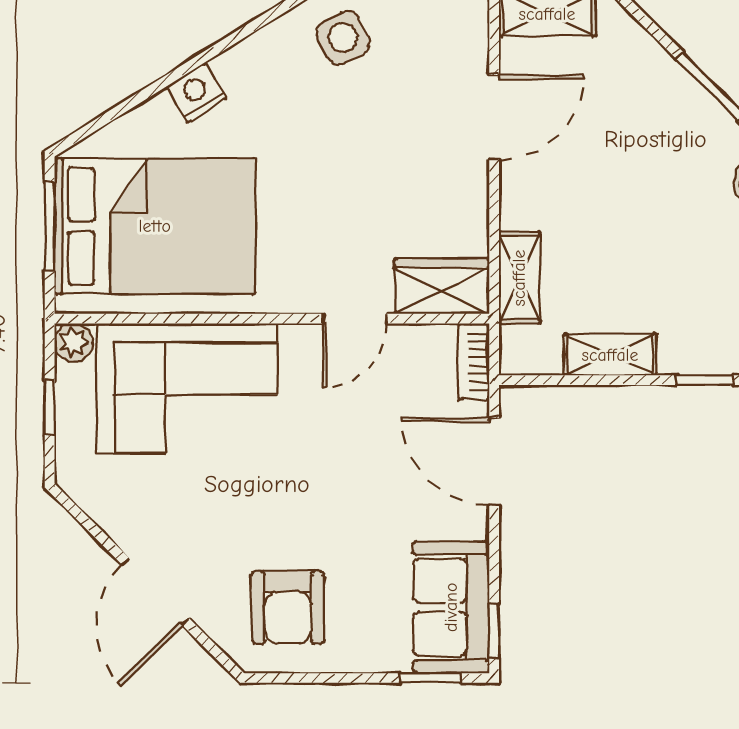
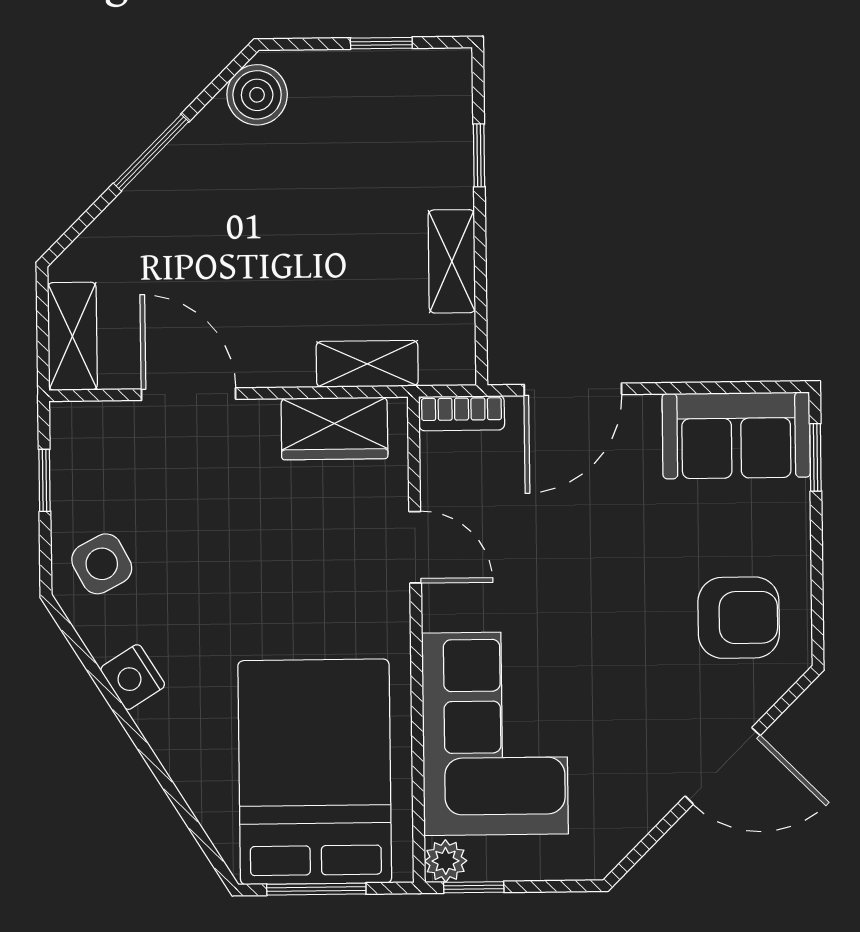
nightstand: (196, 92) -> (133, 677), moved
wardrobe: (442, 286) -> (334, 428), moved, turned -90
window: (50, 408) -> (474, 887), moved
window: (494, 631) -> (762, 387), removed

